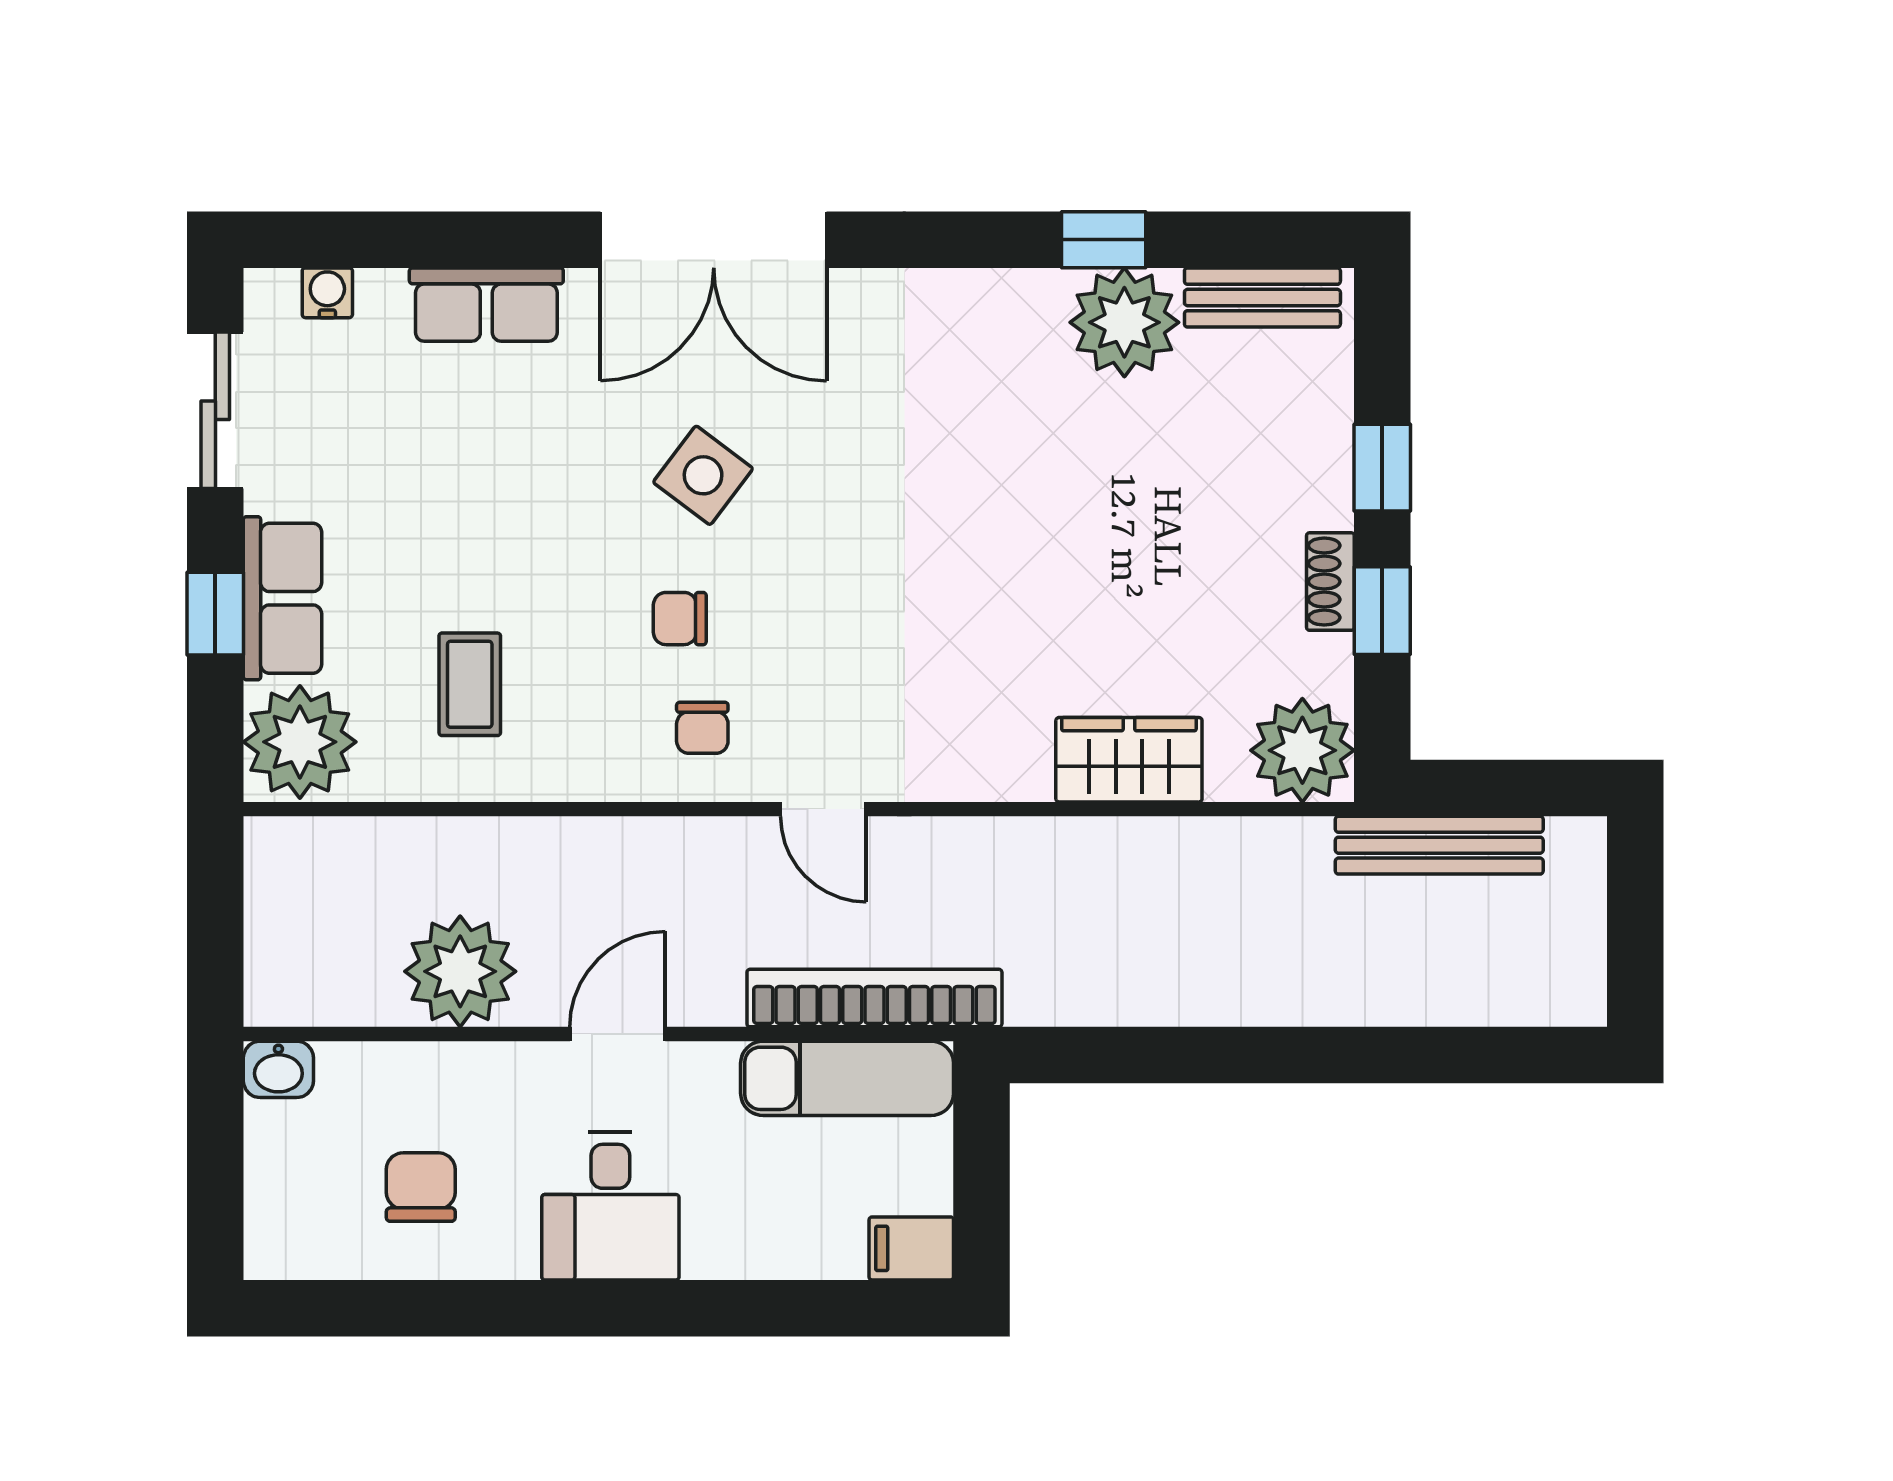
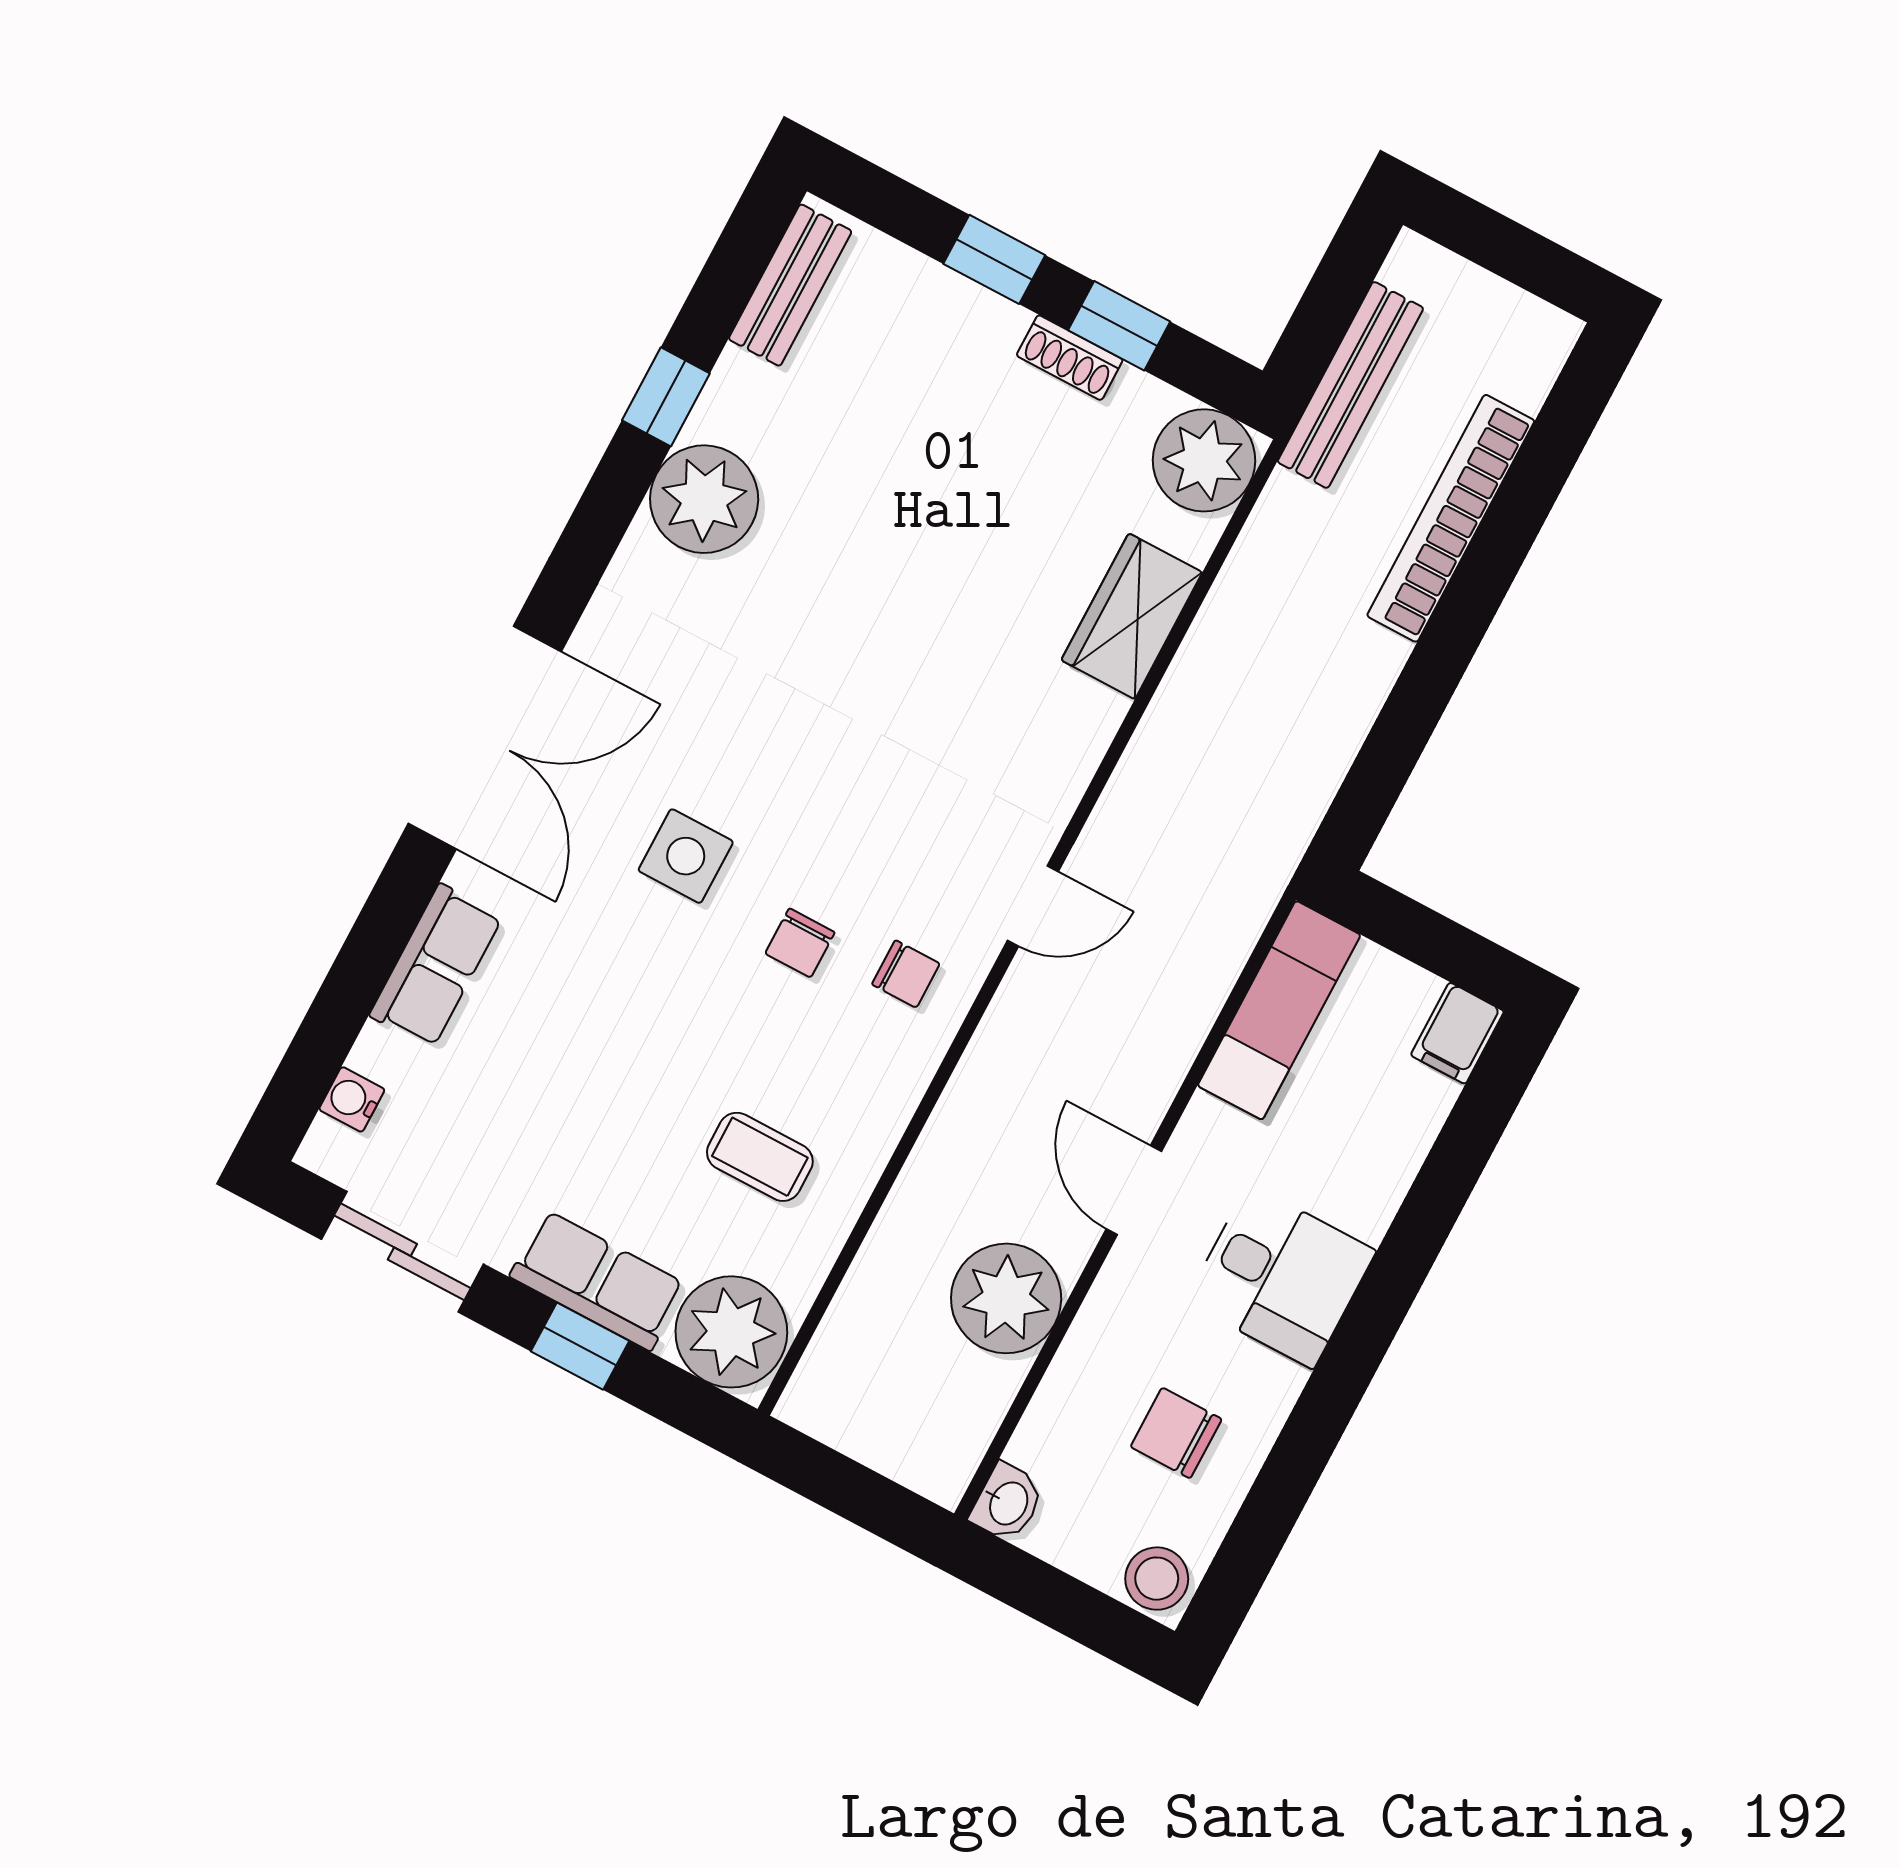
plant: (1124, 322) -> (704, 499), moved
side table: (703, 475) -> (686, 856), turned -37
bookcase: (874, 998) -> (1451, 518), moved
stool: (282, 1239) -> (1157, 1579), added

